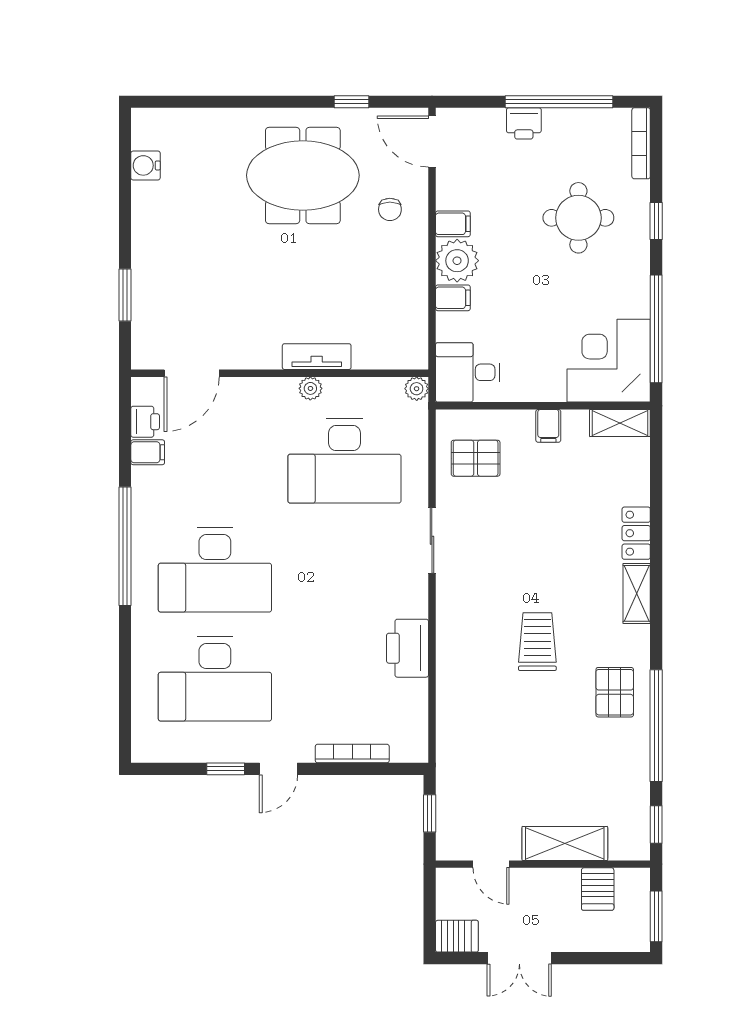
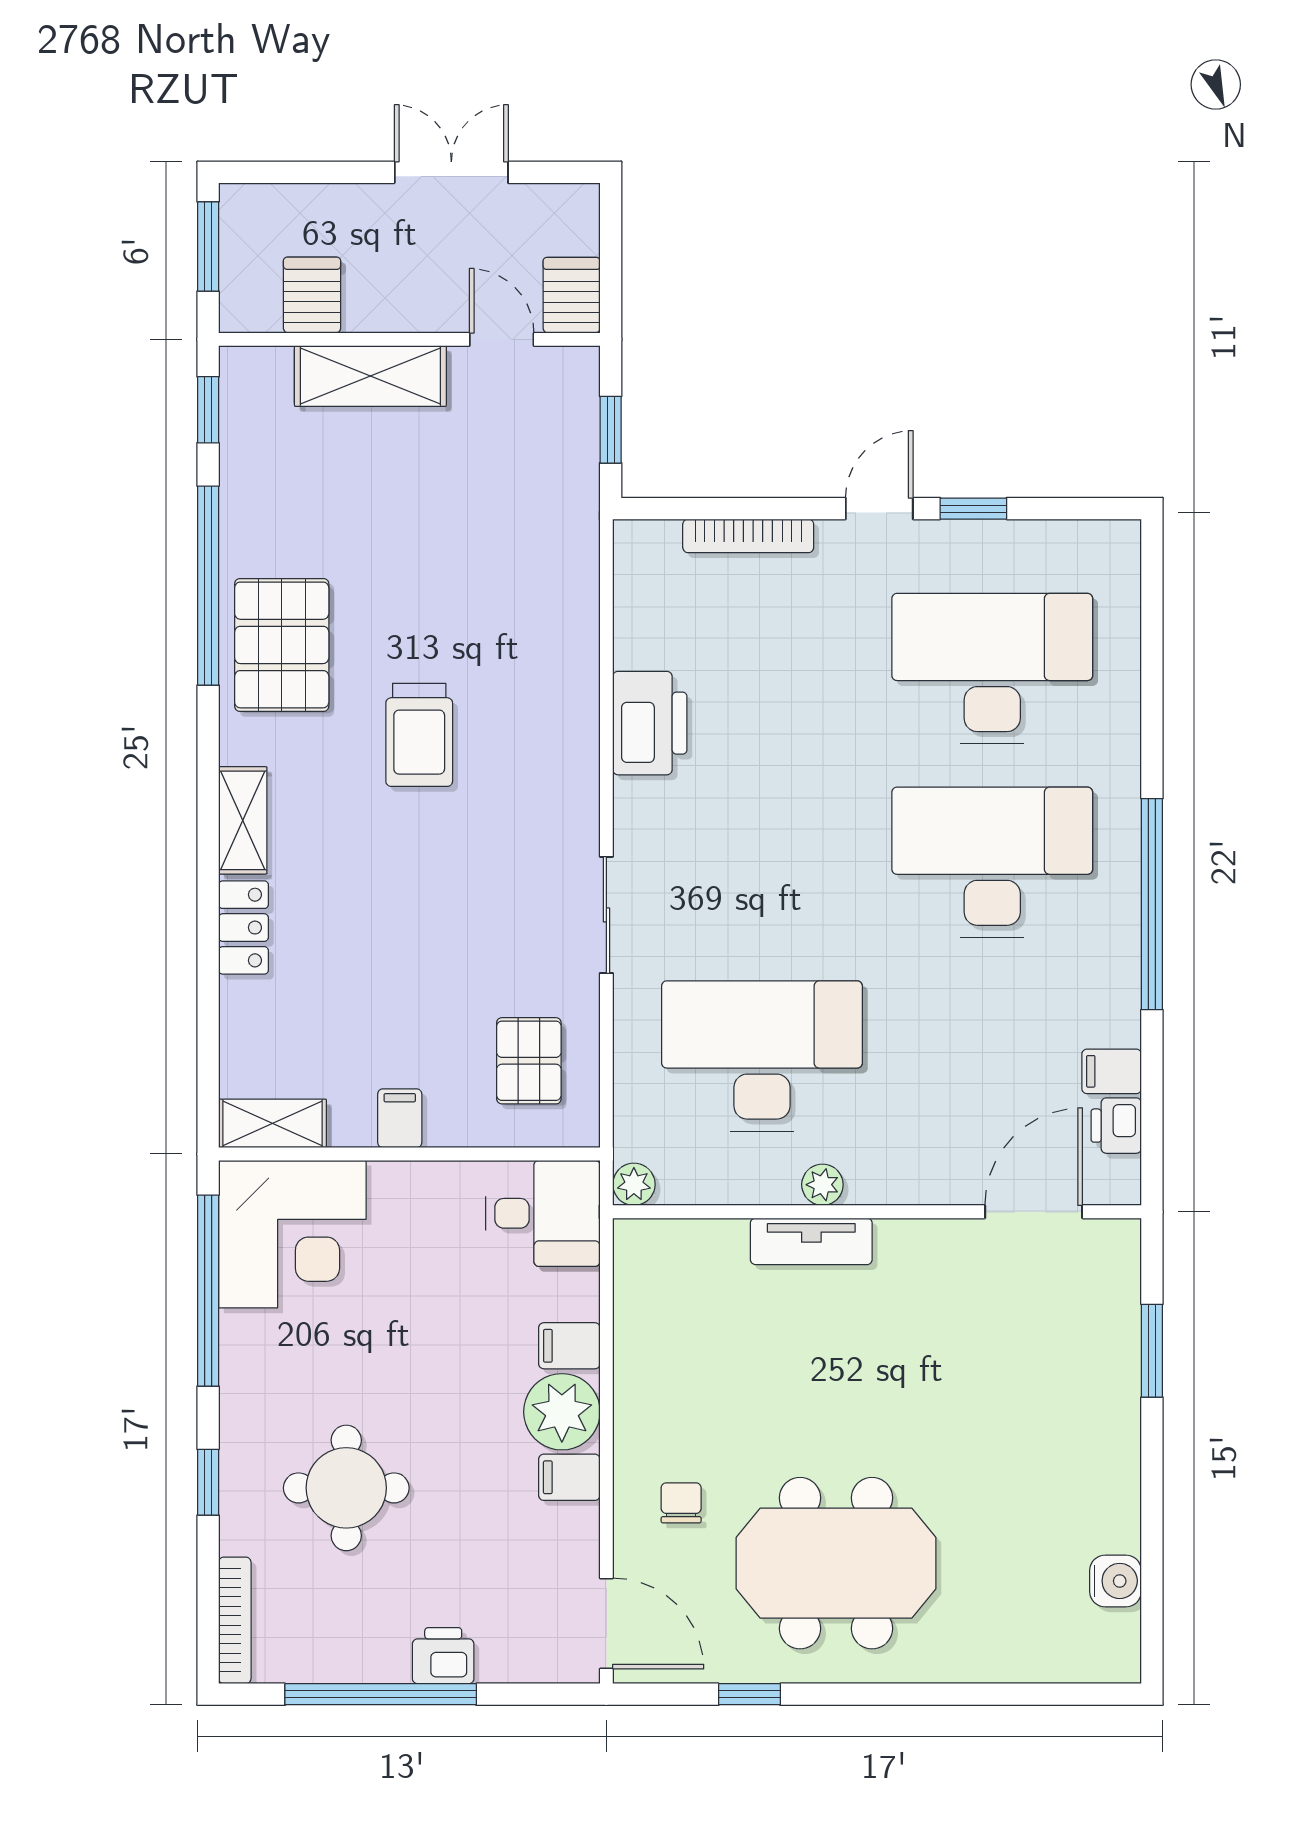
pallet: (476, 458) -> (529, 1061), turned 90
pallet: (615, 692) -> (282, 645), width x1.50, depth x1.42
server rack: (457, 936) -> (572, 295), moved, turned 90

